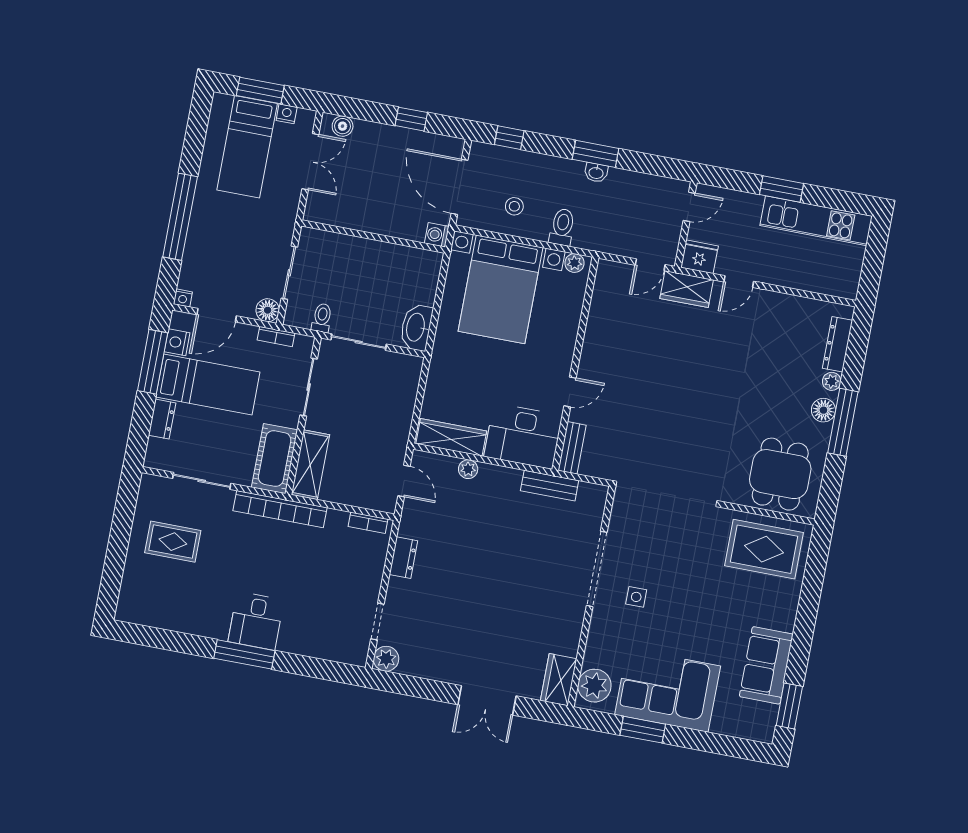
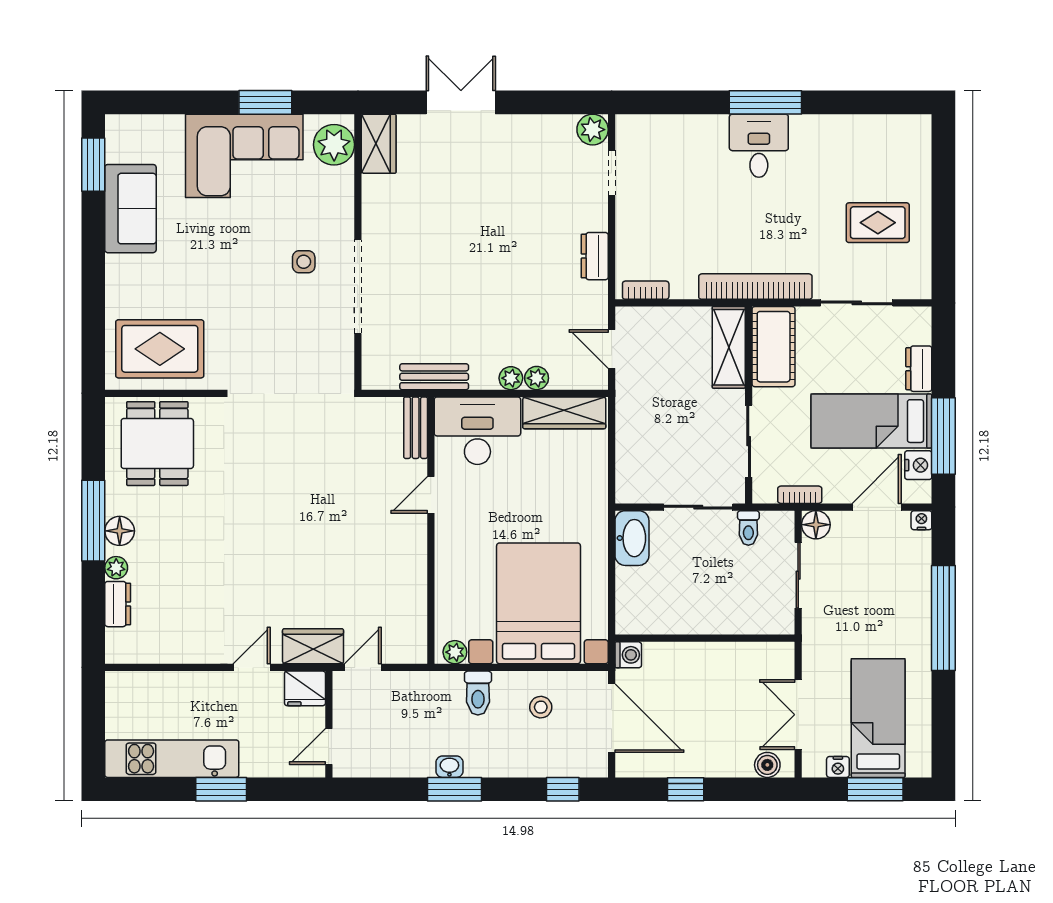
dresser: (837, 344) -> (118, 604), width x0.70
plant: (489, 473) -> (511, 378), added

